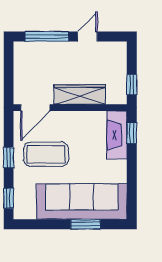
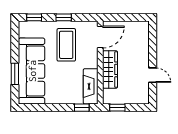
window: (47, 36) -> (153, 45), removed
door: (35, 108) -> (100, 37), swing flipped
fireplace: (117, 135) -> (91, 86), moved, turned -90

